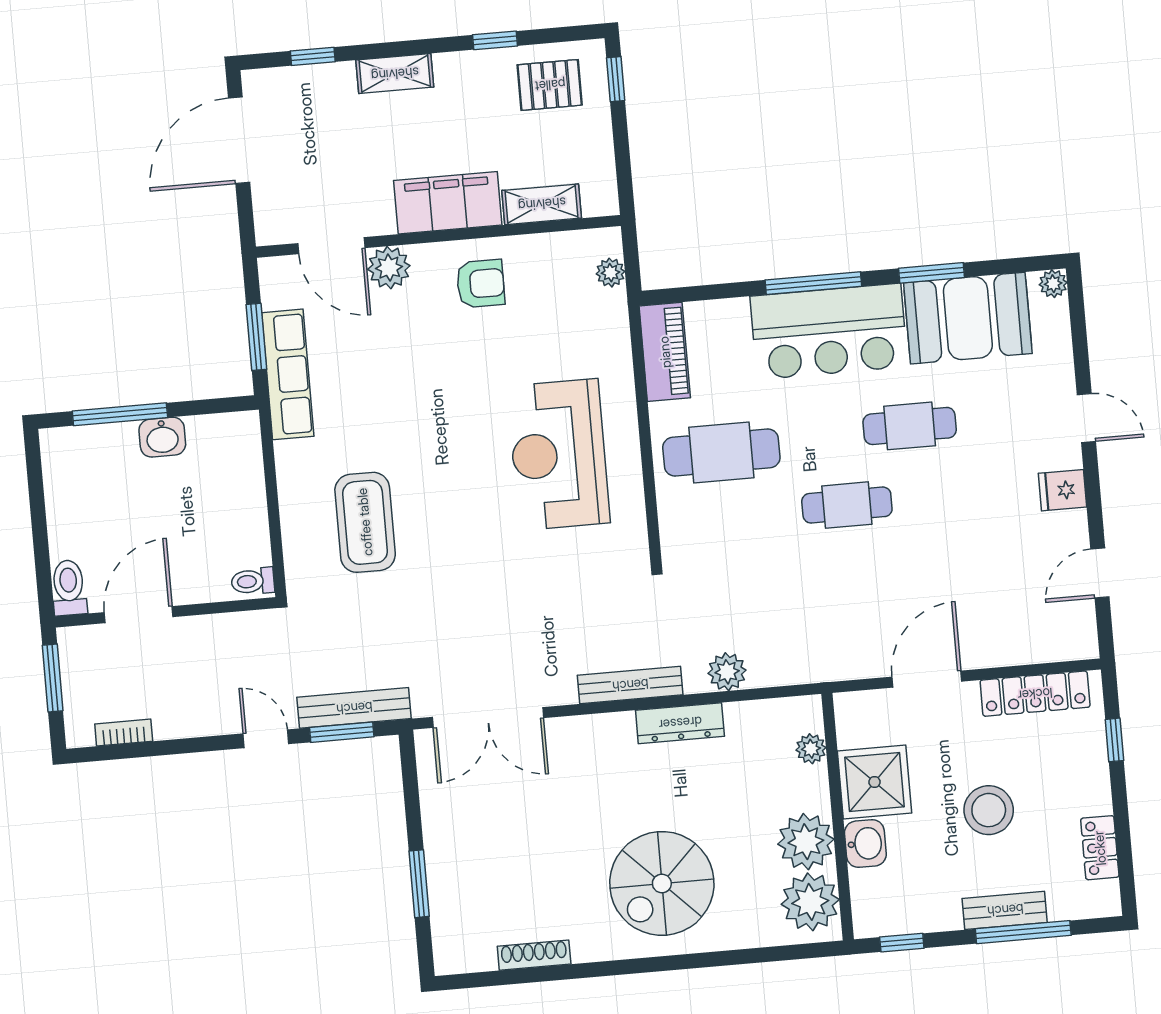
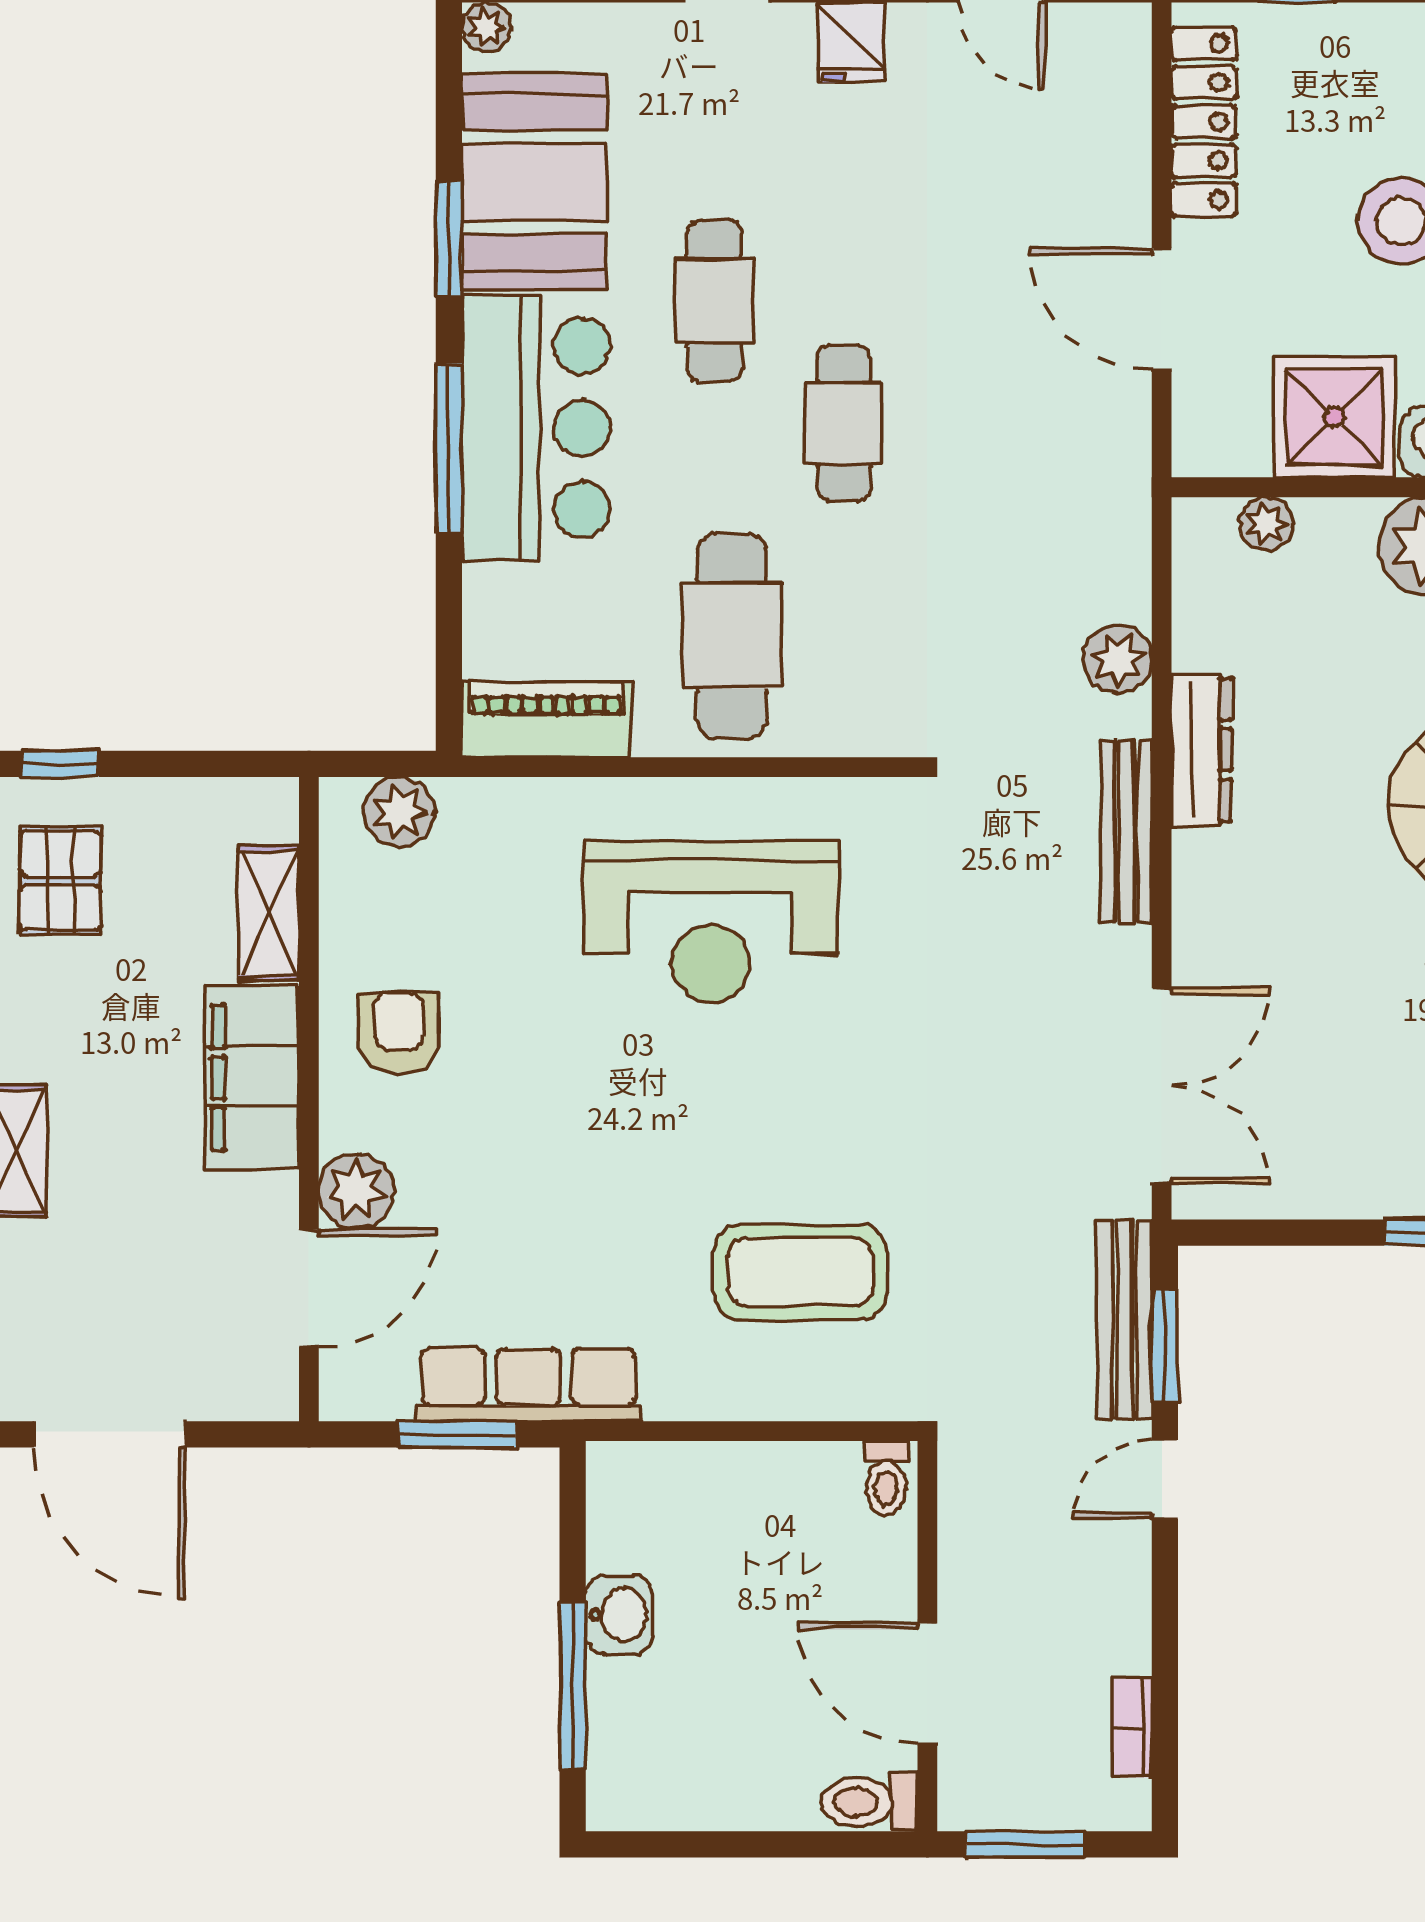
plant: (610, 273) -> (399, 812), width x1.38, depth x1.38

